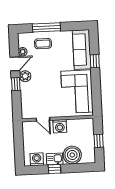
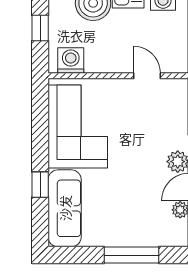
coffee table: (43, 44) -> (140, 224), removed
washing machine: (60, 126) -> (71, 61), moved

